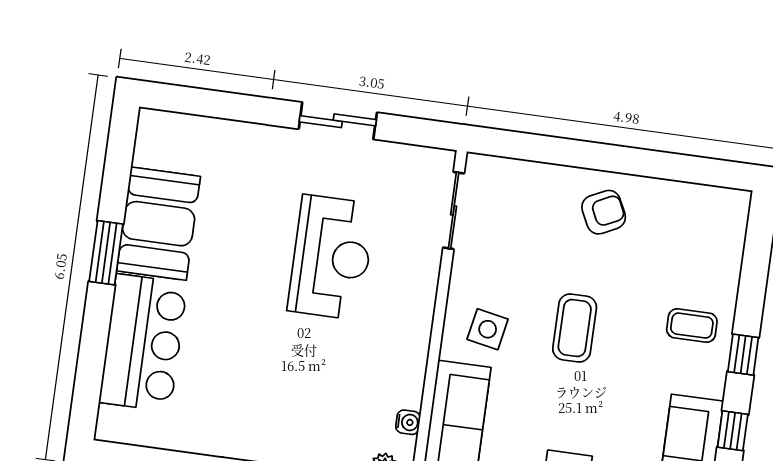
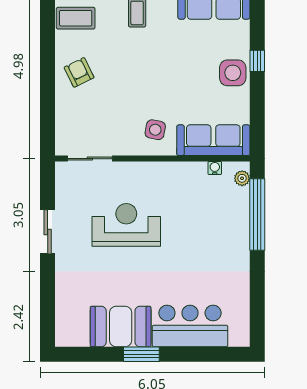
coffee table: (575, 328) -> (76, 18), moved

